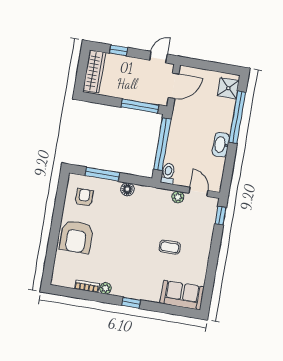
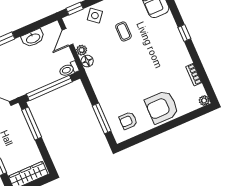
washbasin: (221, 145) -> (33, 38), moved
floor lamp: (127, 189) -> (87, 61), moved
side table: (202, 230) -> (95, 16), added
armchair: (76, 237) -> (162, 107), turned 180
plant: (105, 288) -> (204, 101), moved

